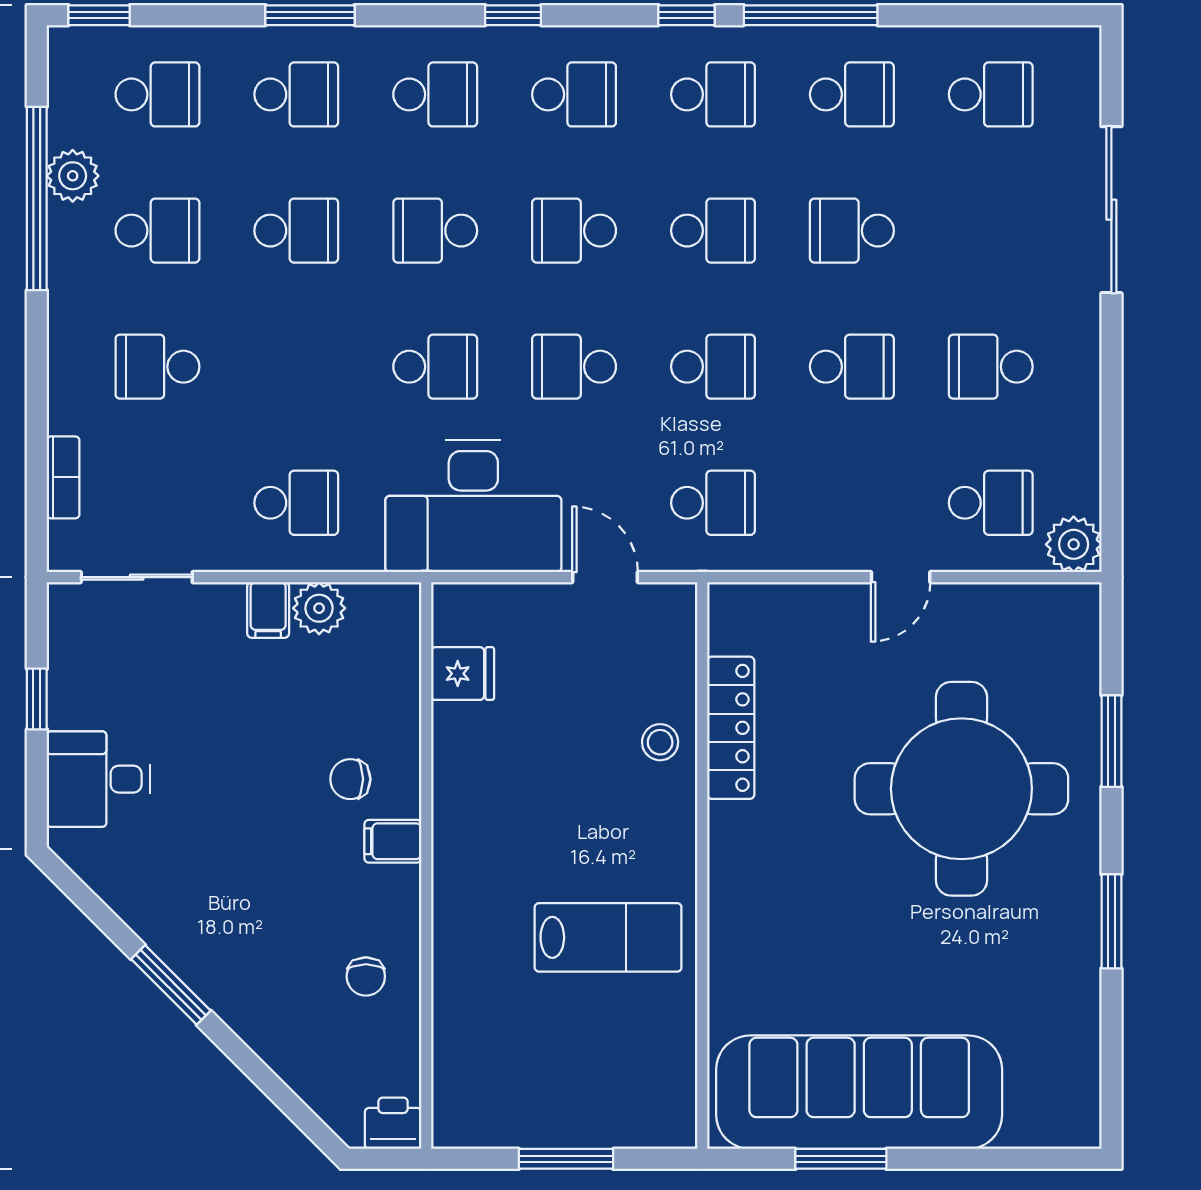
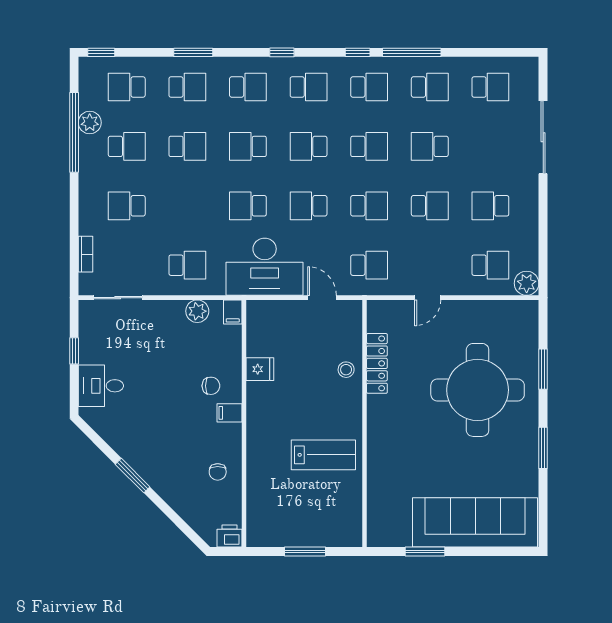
school desk: (157, 94) -> (127, 87), turned 180
school desk: (435, 367) -> (248, 206), turned 180
door: (901, 577) -> (428, 298), moved
filing cabinet: (268, 610) -> (233, 312), moved
fridge: (463, 674) -> (260, 369), moved
chair: (350, 779) -> (211, 386), turned 180
sofa: (859, 1092) -> (475, 522), moved

